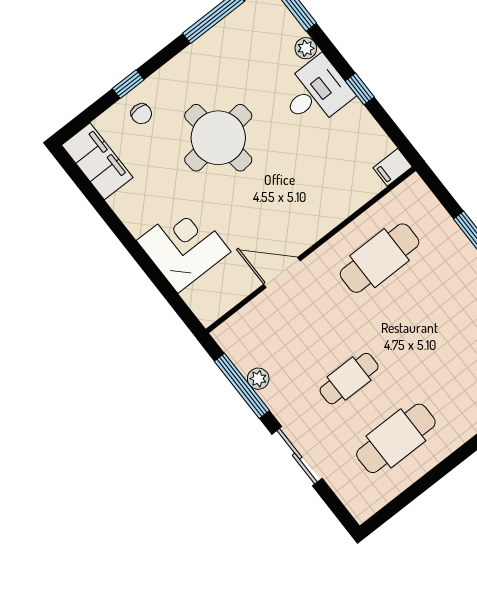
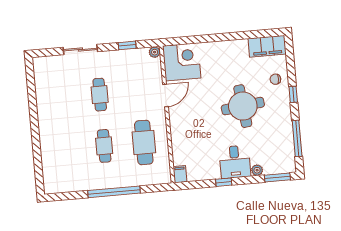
window: (128, 84) -> (293, 94), moved
corner desk: (184, 246) -> (182, 62), moved, turned -90
plant: (258, 379) -> (155, 52), moved
window: (242, 386) -> (127, 45), width x0.46
cafe table: (396, 438) -> (104, 146), moved, width x0.73, depth x0.74

